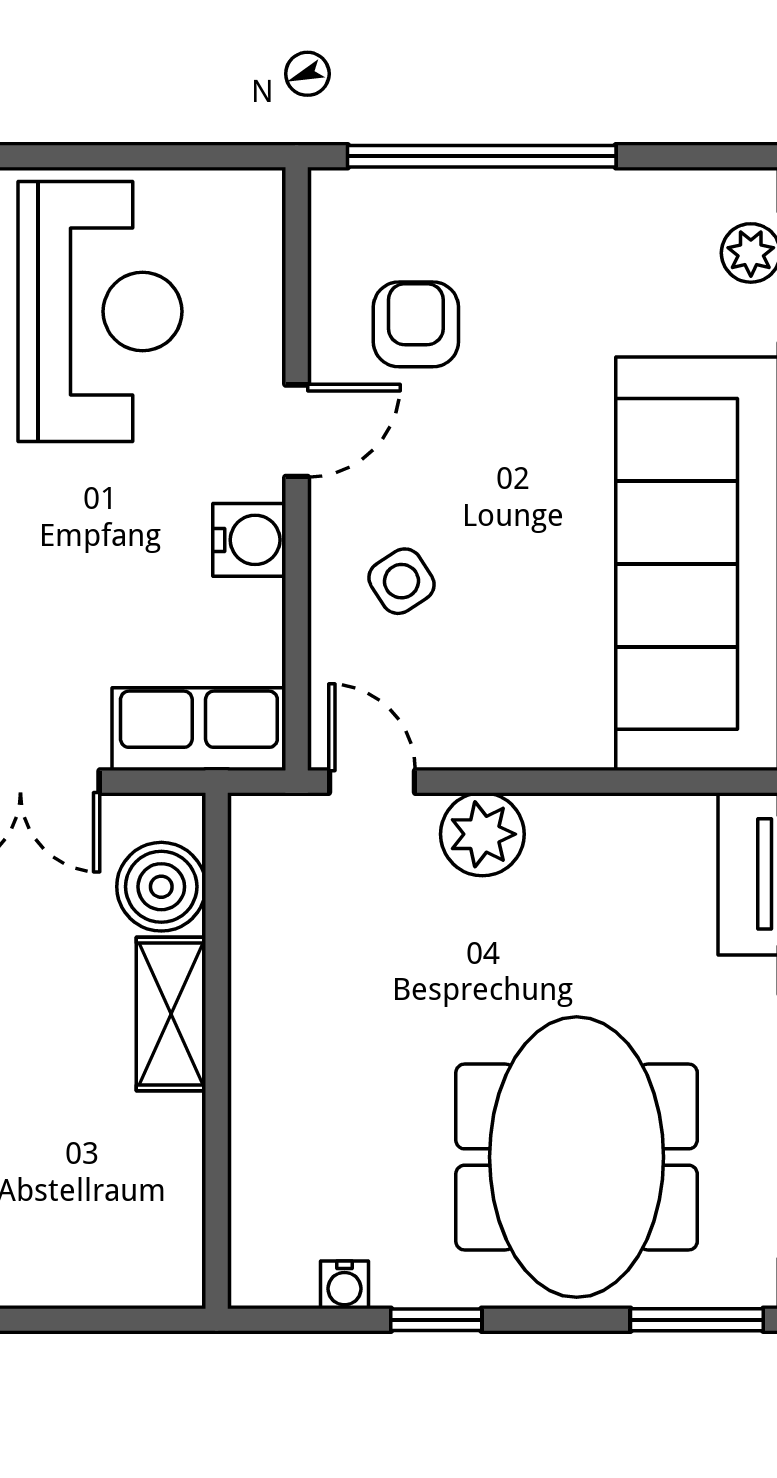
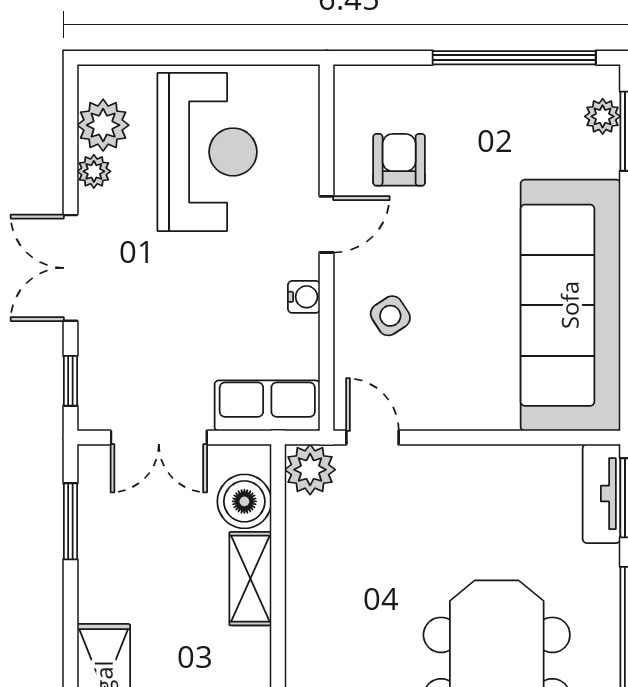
window: (482, 156) -> (514, 58), moved
water cooler: (249, 540) -> (304, 297), width x0.72, depth x0.72
plant: (482, 834) -> (310, 470), moved

